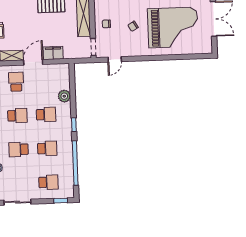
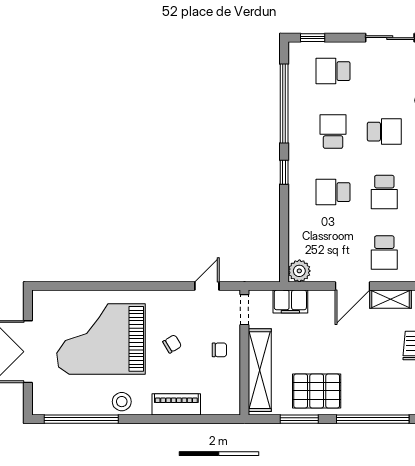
filing cabinet: (53, 53) -> (290, 302), moved
plant: (64, 96) -> (299, 271), moved
school desk: (17, 116) -> (384, 192), turned -90
school desk: (47, 148) -> (333, 132), turned 90

